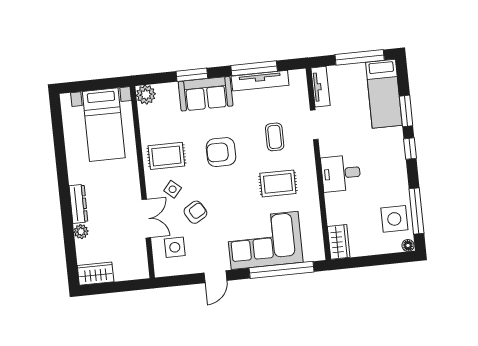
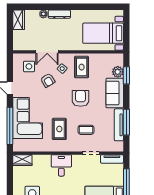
window: (192, 75) -> (126, 75), moved
plant: (146, 95) -> (118, 72), moved

